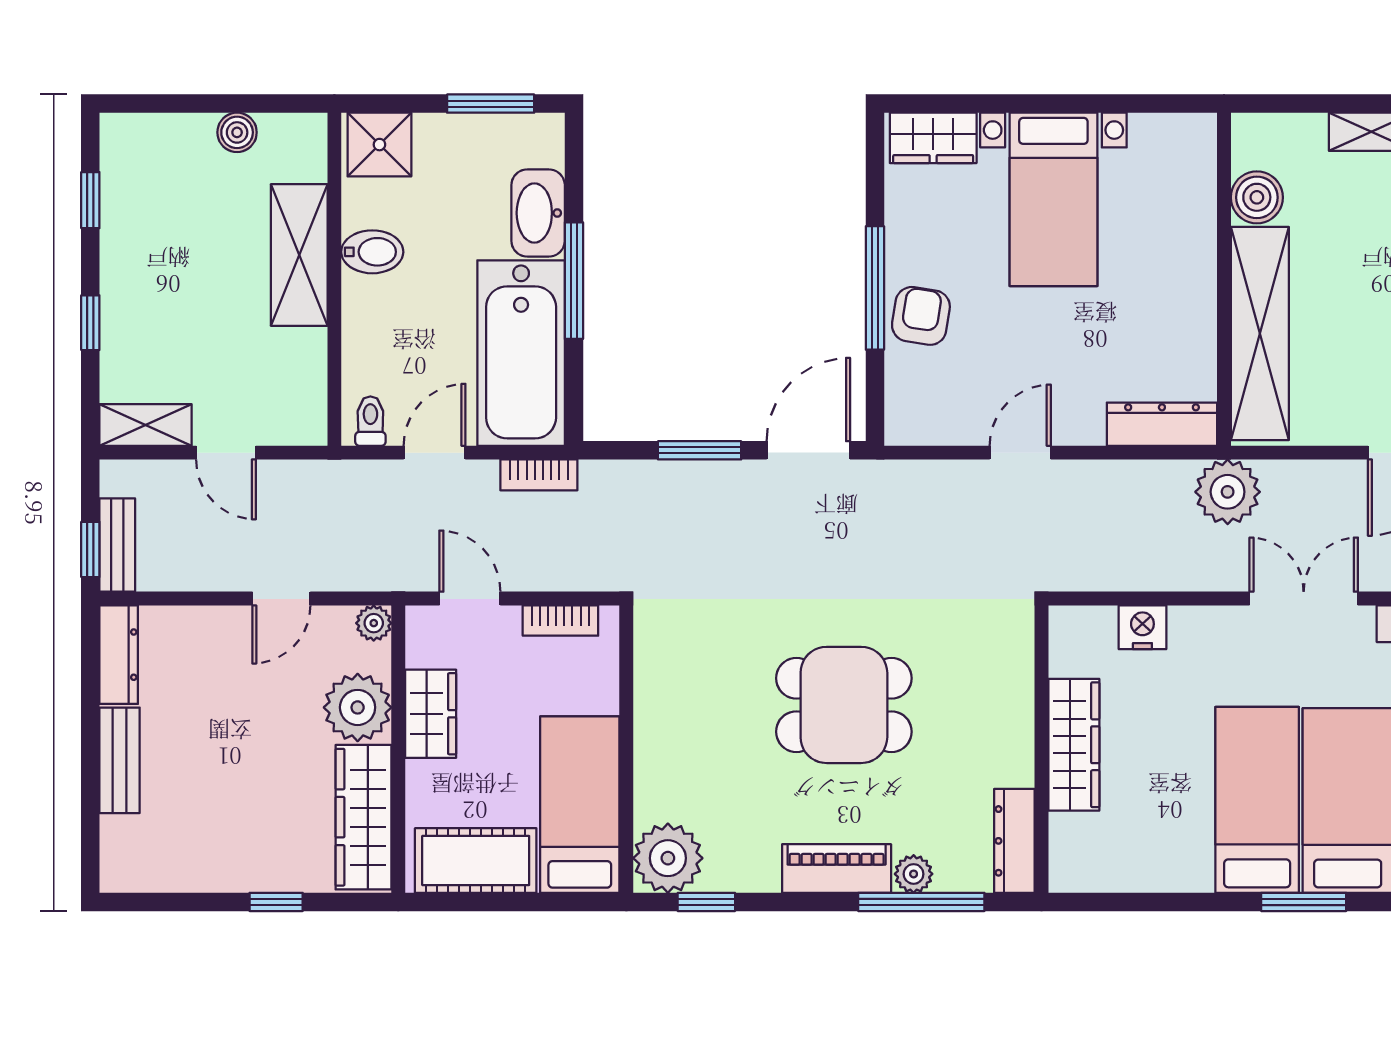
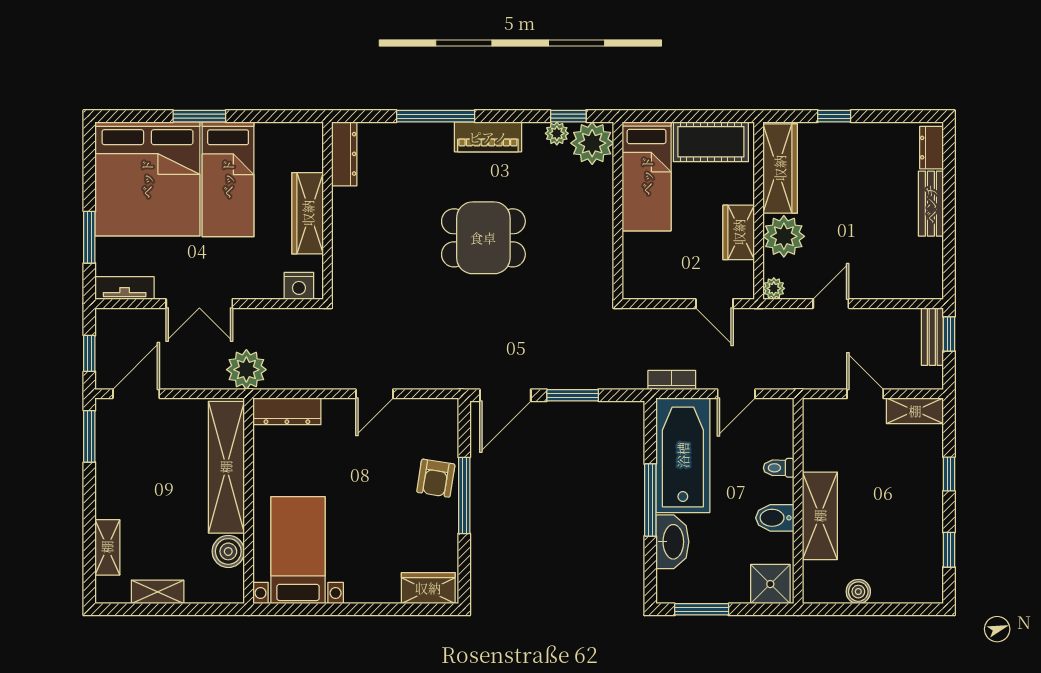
bed with nightstands: (1053, 199) -> (298, 550), moved
toilet: (370, 421) -> (779, 468), moved, turned 90
bookcase: (560, 621) -> (659, 290), removed
dresser: (119, 655) -> (931, 148), moved, width x0.70
wardrobe: (1074, 745) -> (308, 213), moved
wall: (1041, 749) -> (327, 211), moved
dresser: (1014, 841) -> (344, 154), moved
plant: (914, 874) -> (557, 133), moved

